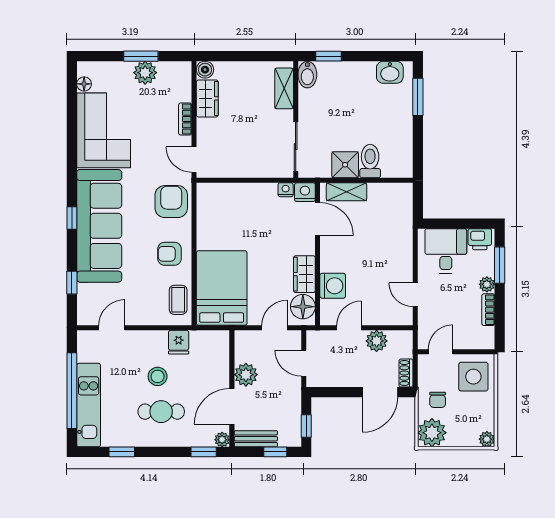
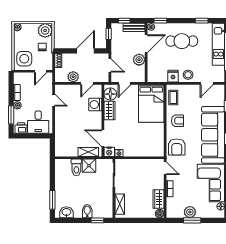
bidet: (307, 75) -> (87, 211), moved
stool: (158, 376) -> (188, 75), moved
door: (380, 392) -> (86, 51), moved
cafe table: (161, 412) -> (182, 41), width x1.37, depth x1.35

